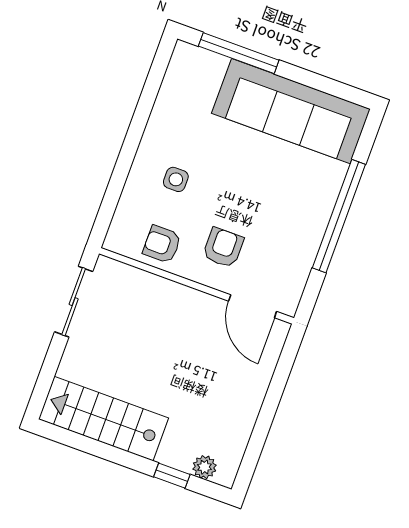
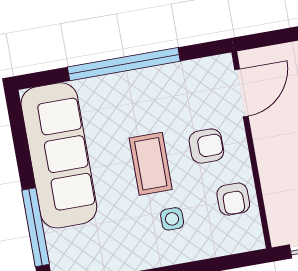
coffee table: (236, 189) -> (151, 164), added
armchair: (223, 248) -> (206, 146), turned 180

